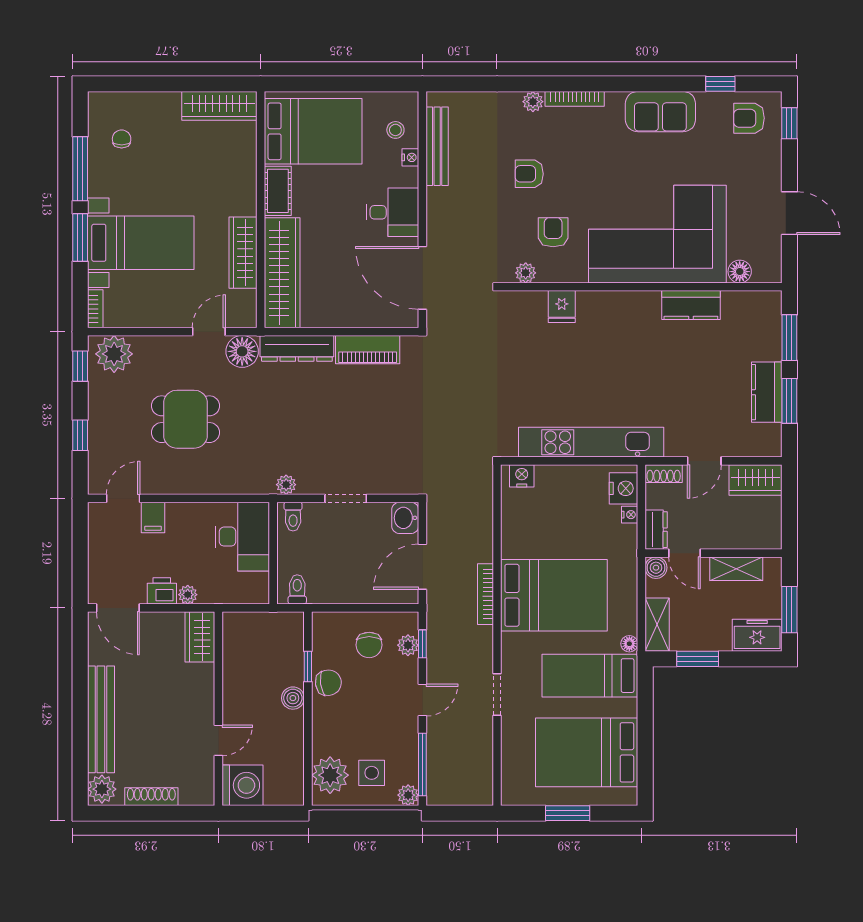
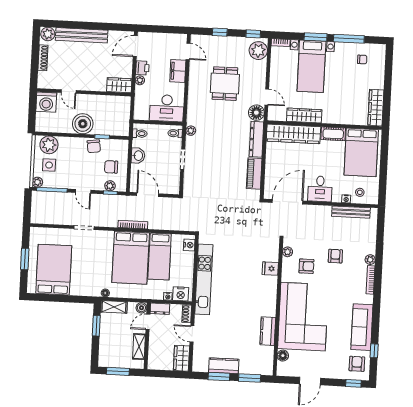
sofa: (660, 112) -> (362, 327), width x1.36
filing cabinet: (153, 517) -> (178, 71), width x2.00
washbasin: (405, 518) -> (138, 156), moved, turned 90
freezer: (757, 635) -> (106, 355), removed
bed: (590, 676) -> (160, 256), moved, turned 180
boiler: (293, 698) -> (83, 124), width x1.86, depth x1.86

